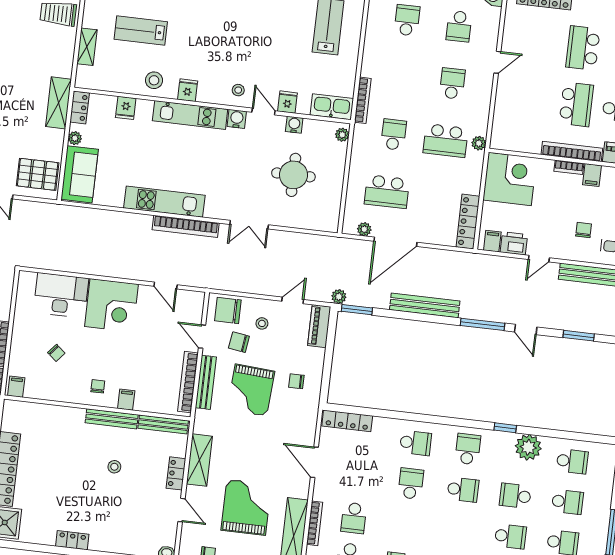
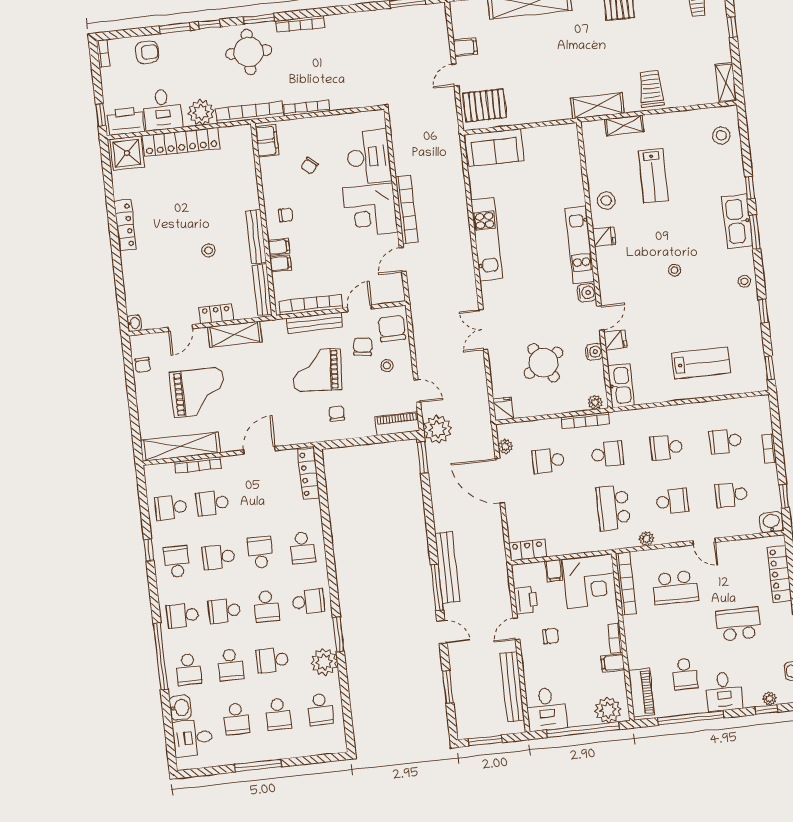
school desk: (407, 20) -> (725, 441), turned 180
lab bench: (141, 30) -> (653, 176), turned 180
school desk: (400, 77) -> (666, 448), added
stool: (238, 90) -> (674, 270), moved
bookcase: (363, 100) -> (585, 420), moved
shelving: (59, 103) -> (597, 106), moved
school desk: (576, 104) -> (675, 587), moved
locker: (80, 107) -> (562, 132), removed
fridge: (126, 108) -> (503, 409), moved, turned 90
plant: (75, 138) -> (530, 134), removed
plant: (479, 143) -> (646, 539), moved
bookcase: (572, 151) -> (626, 583), moved
pallet: (38, 174) -> (485, 105), turned 90
round table: (293, 175) -> (543, 363), turned -30
school desk: (387, 192) -> (548, 461), width x0.54
locker: (468, 222) -> (528, 550), width x0.66
bookcase: (186, 226) -> (407, 209), moved, turned 180
chair: (584, 230) -> (551, 636), moved
filing cabinet: (492, 241) -> (554, 570), moved, turned 90
door: (539, 259) -> (516, 629), hinge flipped
plant: (339, 297) -> (438, 429), width x1.88, depth x1.88
bench: (425, 305) -> (447, 567), moved
door: (526, 329) -> (442, 632), swing flipped
filing cabinet: (16, 387) -> (267, 141), width x2.00
filing cabinet: (142, 402) -> (280, 264), added
window: (505, 428) -> (338, 634), width x1.50
school desk: (411, 484) -> (260, 552), turned -90
school desk: (515, 496) -> (272, 660), turned -90
school desk: (406, 524) -> (219, 557), added
school desk: (458, 530) -> (224, 611), added
locker: (72, 540) -> (125, 225), width x1.53

